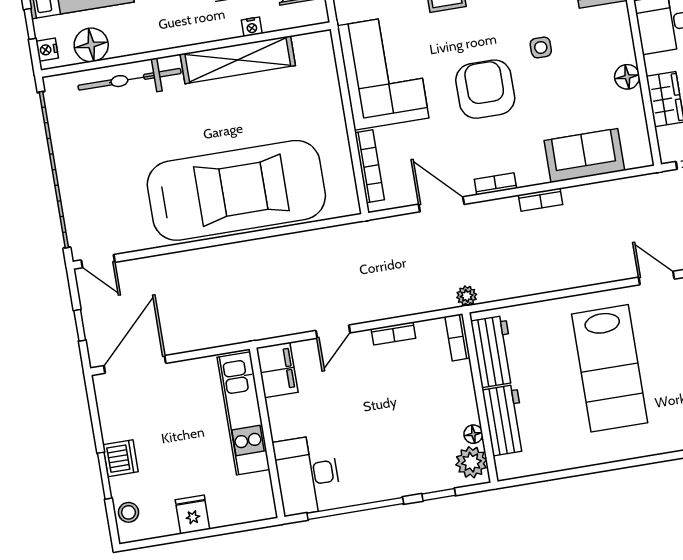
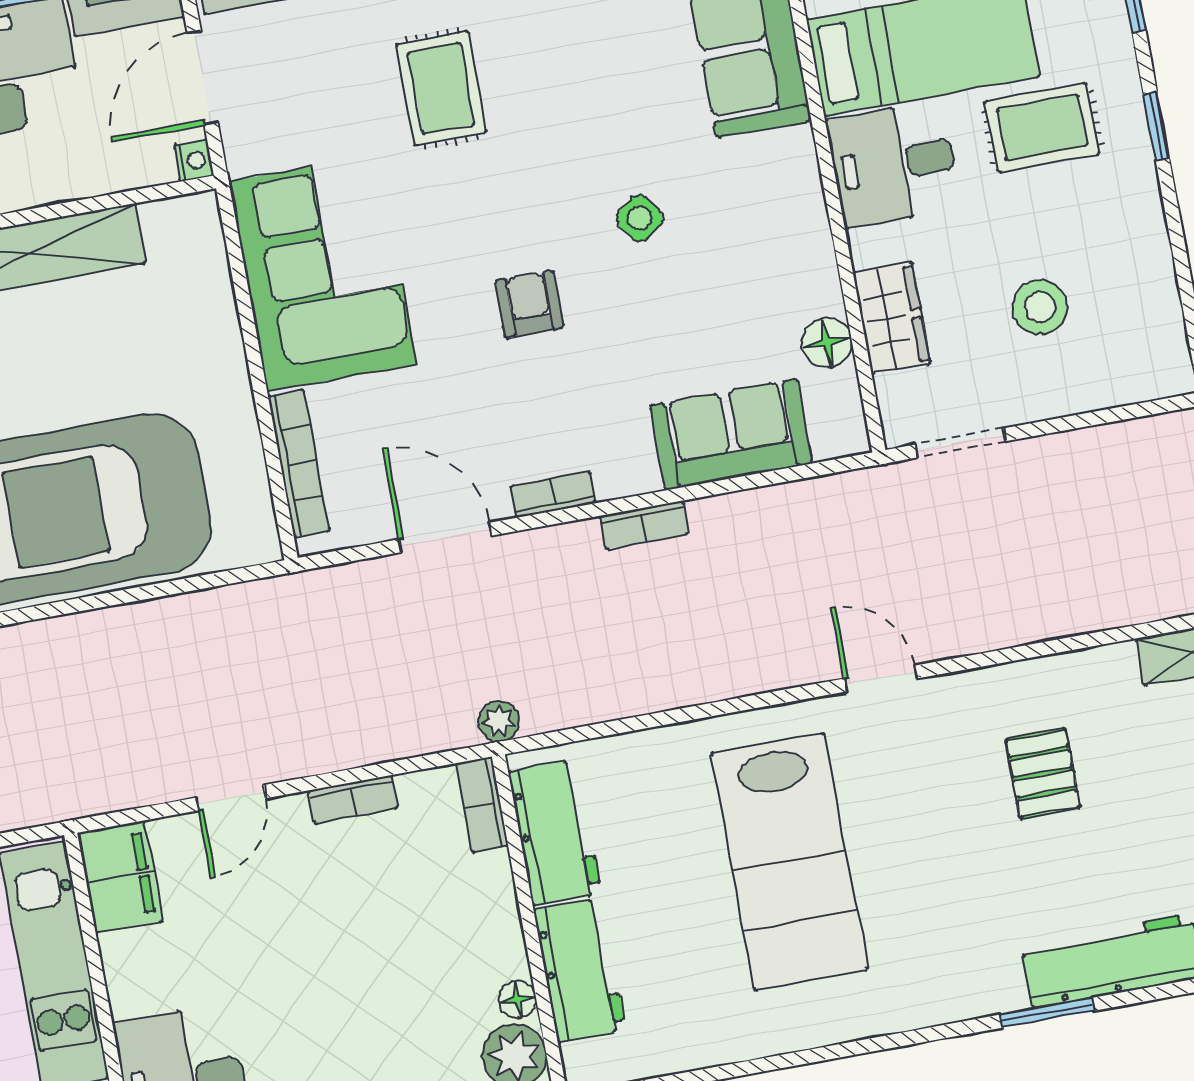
nightstand: (252, 27) -> (194, 161), moved, turned -90
side table: (541, 47) -> (640, 218), turned -36
floor lamp: (627, 77) -> (827, 342), moved
armchair: (485, 89) -> (529, 304), width x0.53, depth x0.53

